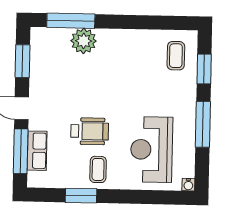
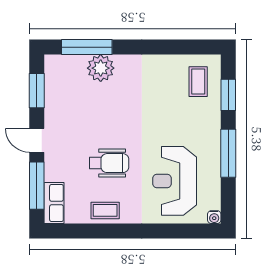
row of seats: (37, 151) -> (54, 203), moved
coffee table: (98, 169) -> (105, 210), moved, turned 90
window: (81, 196) -> (101, 231), removed

